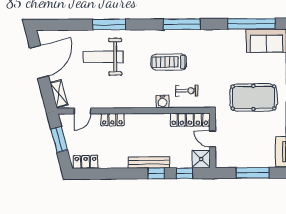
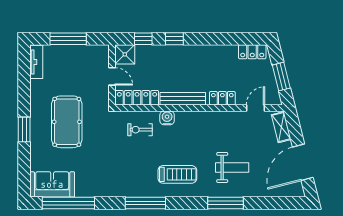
weight bench: (103, 57) -> (232, 167), width x0.73, depth x0.75
treadmill: (169, 62) -> (177, 174), moved
pool table: (253, 97) -> (67, 122), turned 90
bench: (149, 162) -> (183, 99), moved

